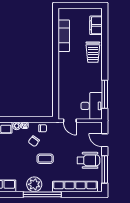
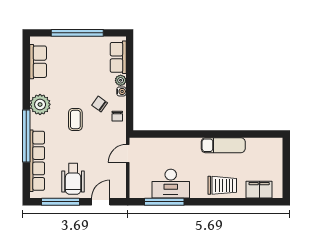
exam couch: (64, 36) -> (223, 145), moved
trolley: (93, 52) -> (222, 185), turned 180
desk: (92, 106) -> (171, 184), moved
window: (42, 194) -> (26, 136), moved

